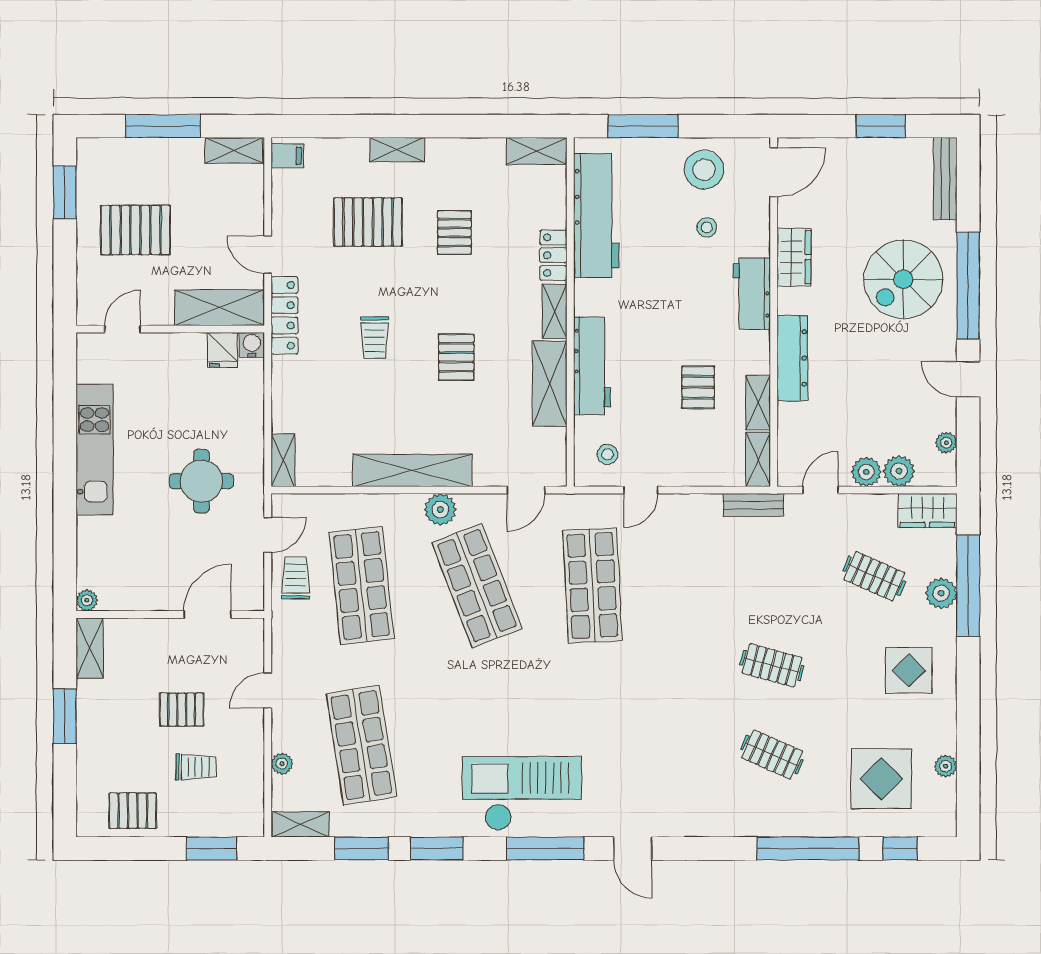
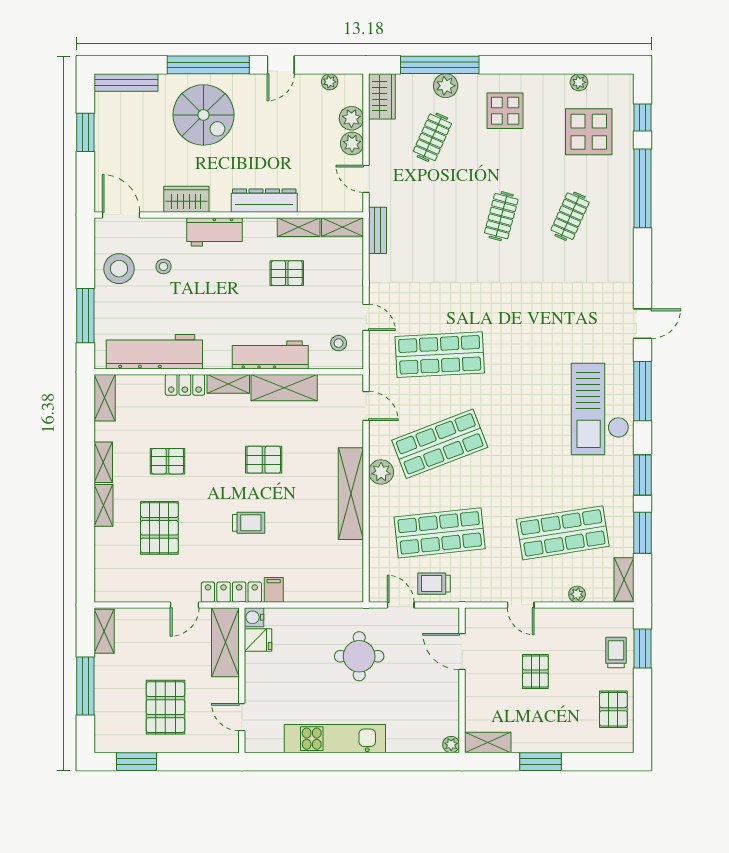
filing cabinet: (287, 156) -> (274, 590), moved
shelving: (283, 460) -> (103, 462), moved, turned 90
trolley: (196, 767) -> (616, 652), moved

